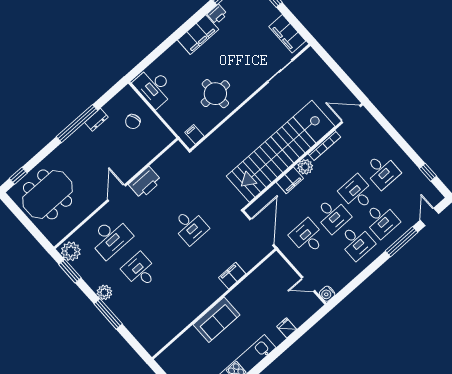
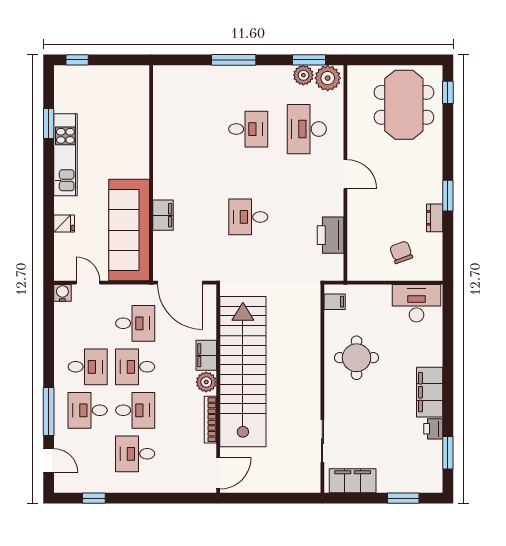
window: (77, 124) -> (448, 196), width x0.47
printer: (145, 183) -> (330, 235), moved
desk: (356, 242) -> (88, 367), turned 180
door: (308, 284) -> (88, 283), hinge flipped
plant: (104, 292) -> (303, 75), moved
sofa: (216, 320) -> (129, 230), moved, width x1.85, depth x1.27

